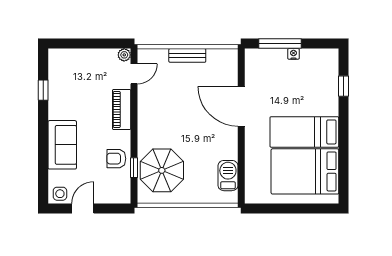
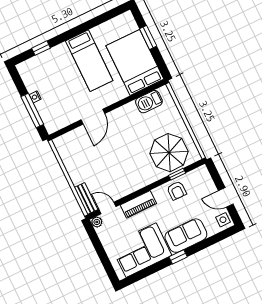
bench: (187, 55) -> (86, 199), moved
corner sofa: (70, 88) -> (141, 250), added
window: (43, 90) -> (178, 257), moved
door: (241, 106) -> (93, 117), width x0.73
bed: (305, 171) -> (135, 62), moved, turned 180
window: (298, 209) -> (148, 37), added

